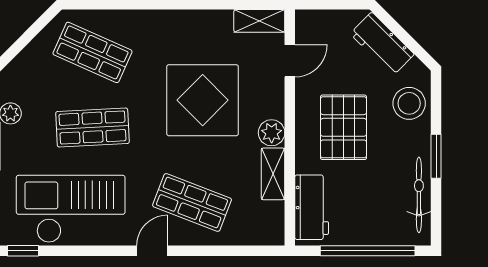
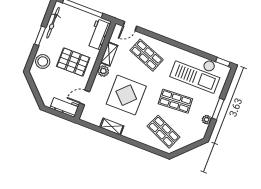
shelving: (259, 21) -> (112, 127), moved
workbench: (382, 44) -> (65, 106), moved, turned -45
pallet: (344, 127) -> (73, 62), turned 90
door: (152, 251) -> (130, 26), moved

